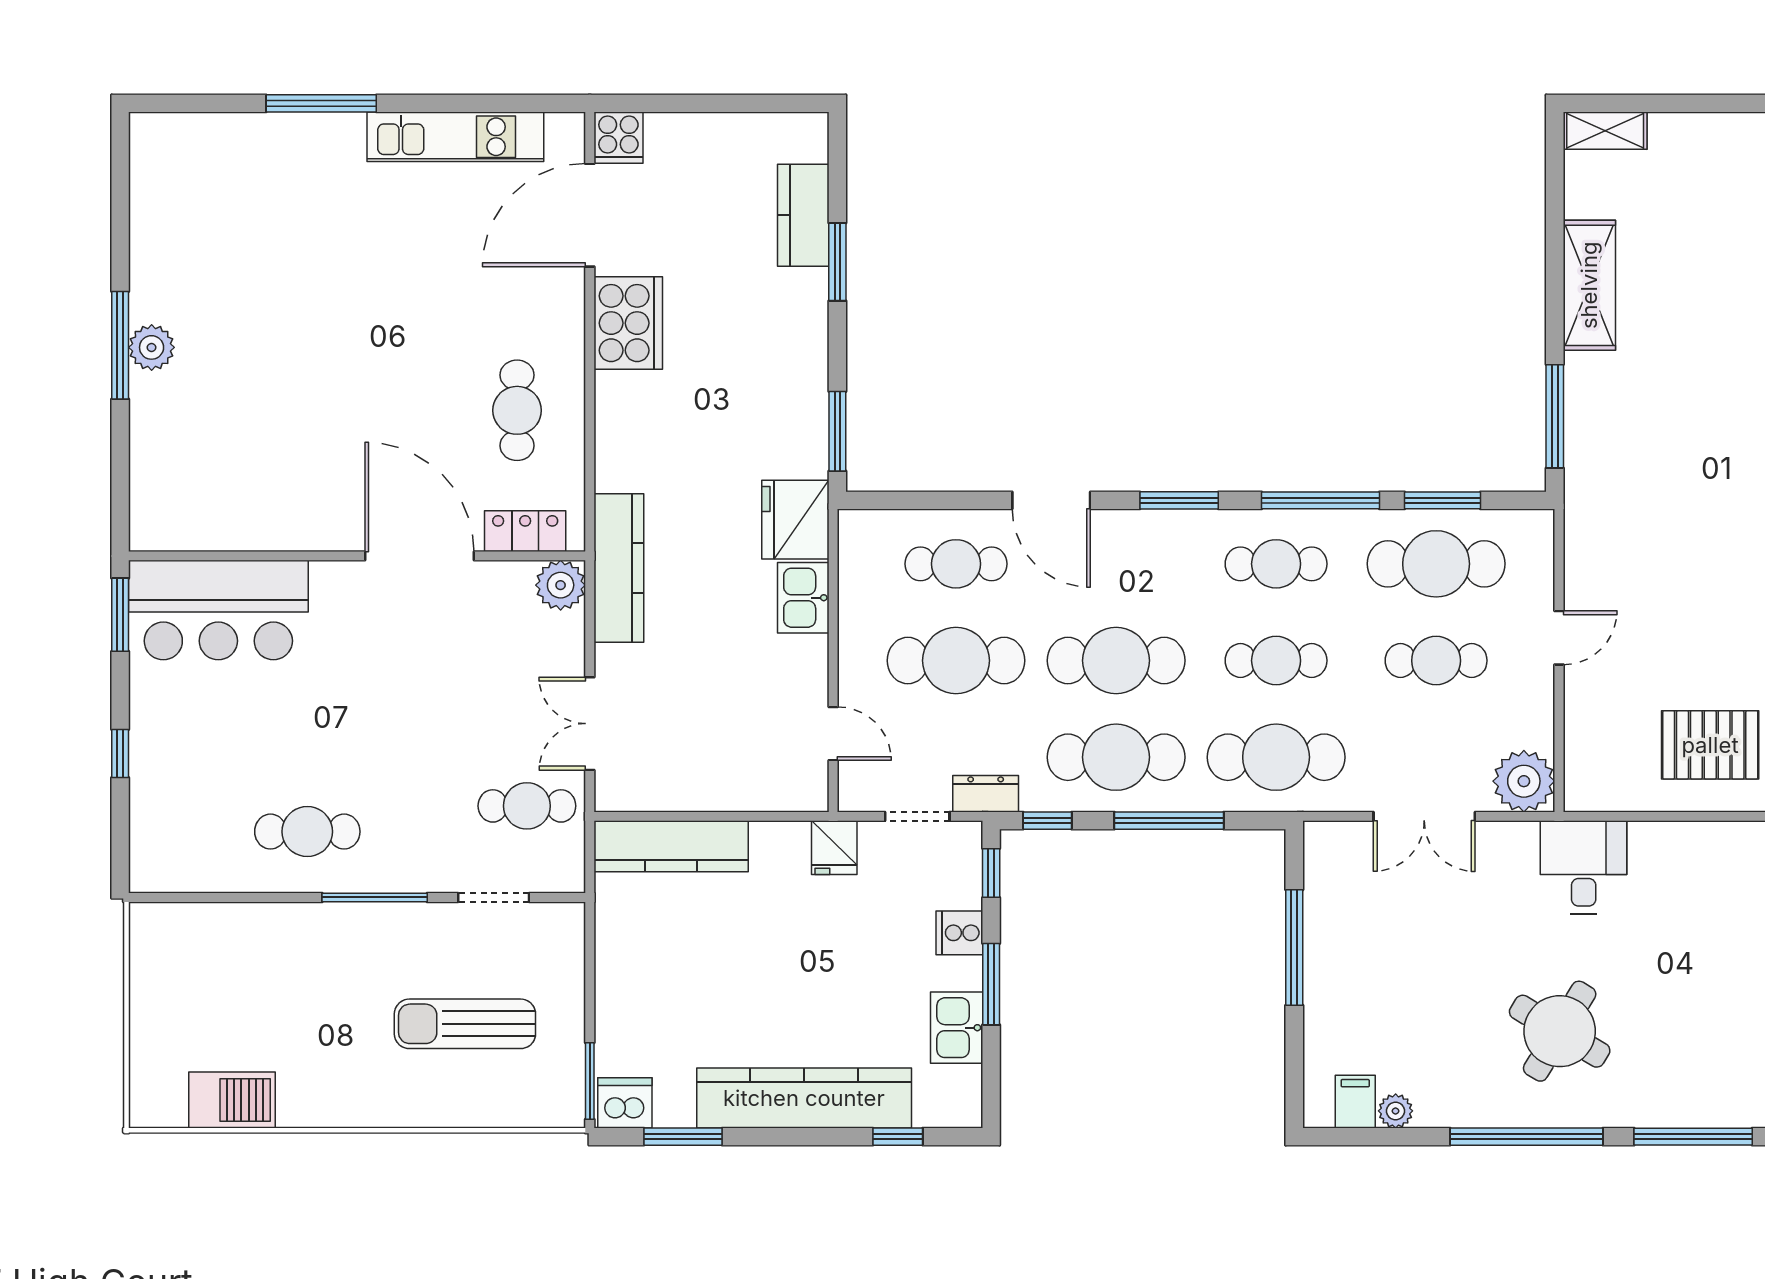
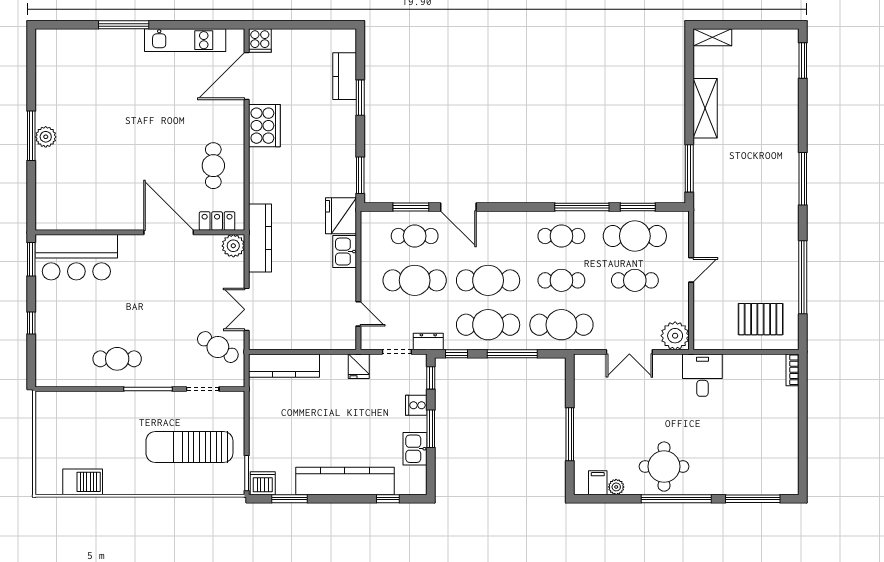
window: (1179, 500) -> (411, 207), moved
cafe table: (527, 806) -> (218, 347), turned 32
window: (1294, 947) -> (570, 434), moved
sun lounger: (465, 1024) -> (189, 447), width x1.36, depth x1.34
round table: (1560, 1031) -> (664, 467), moved, turned -31

